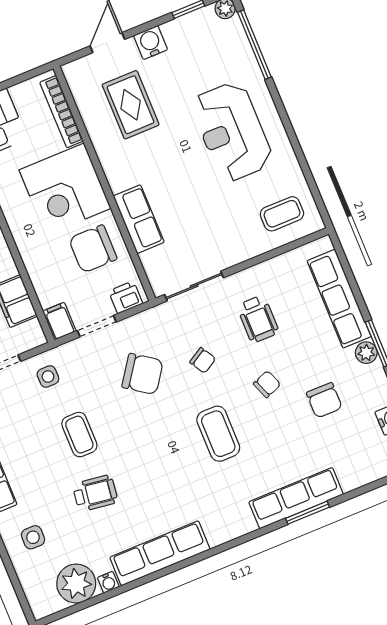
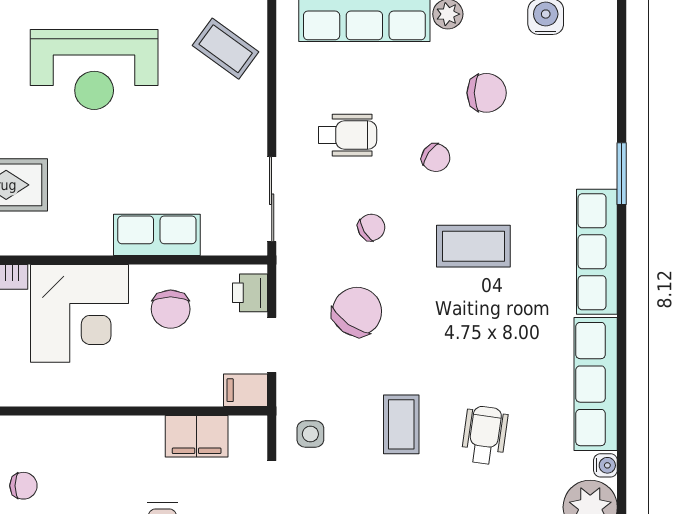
coffee table: (282, 214) -> (226, 49), turned -54
chair: (93, 249) -> (171, 309), width x0.73, depth x0.73
chair: (267, 384) -> (436, 158), turned 146
coffee table: (79, 435) -> (401, 424), turned 90
row of seats: (296, 498) -> (597, 252), moved

